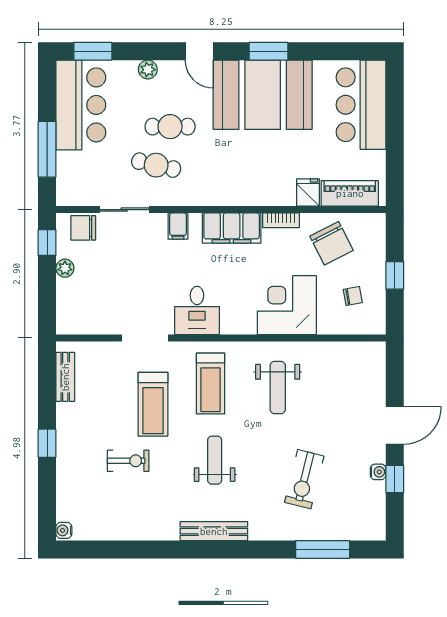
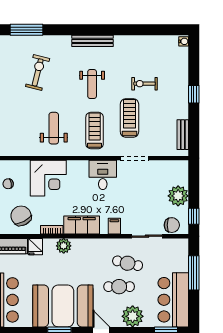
plant: (148, 70) -> (133, 316), width x1.87, depth x1.87
plant: (261, 194) -> (64, 246), added
plant: (65, 268) -> (178, 196), width x1.87, depth x1.87

